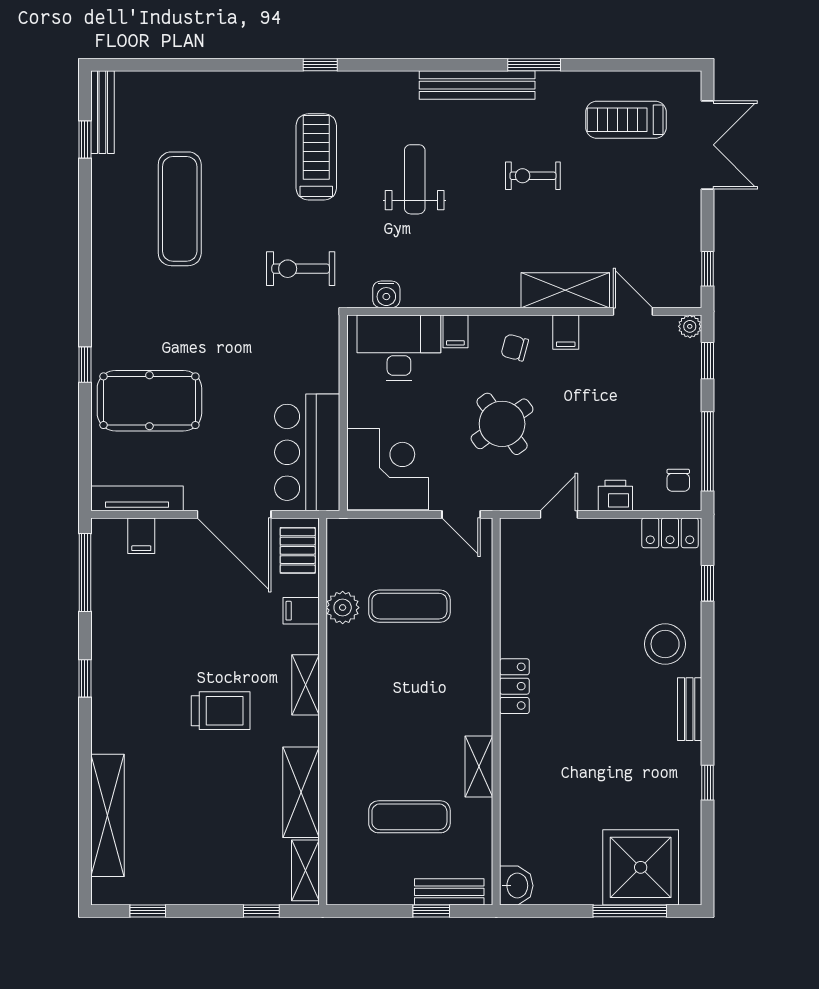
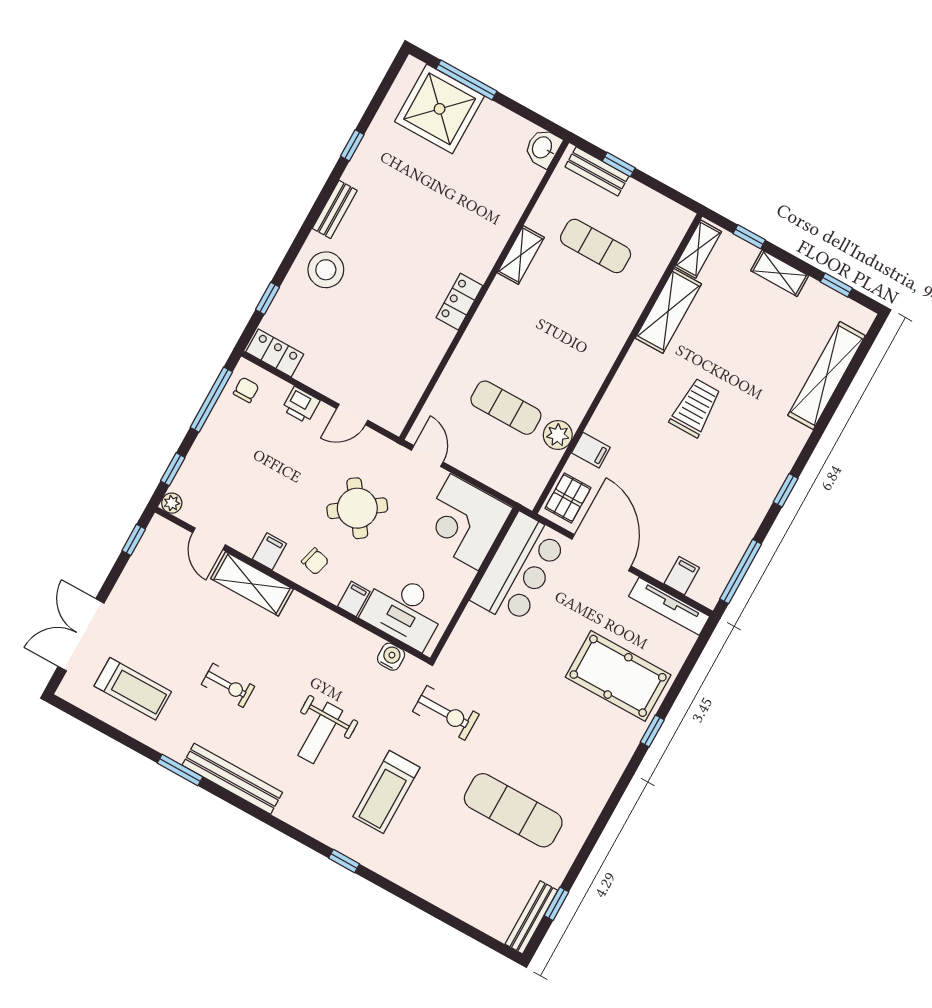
exercise mat: (180, 209) -> (513, 810), turned 90
shelving: (305, 685) -> (780, 273), moved, turned 90
trolley: (221, 711) -> (695, 408), turned 90

